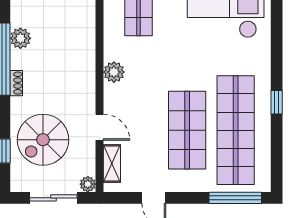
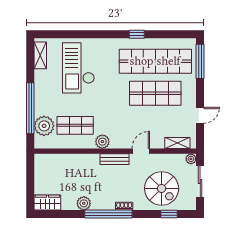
plant: (20, 38) -> (84, 203), moved
bench: (87, 69) -> (115, 159), added
plant: (114, 72) -> (102, 142), moved
door: (100, 127) -> (141, 151), moved

